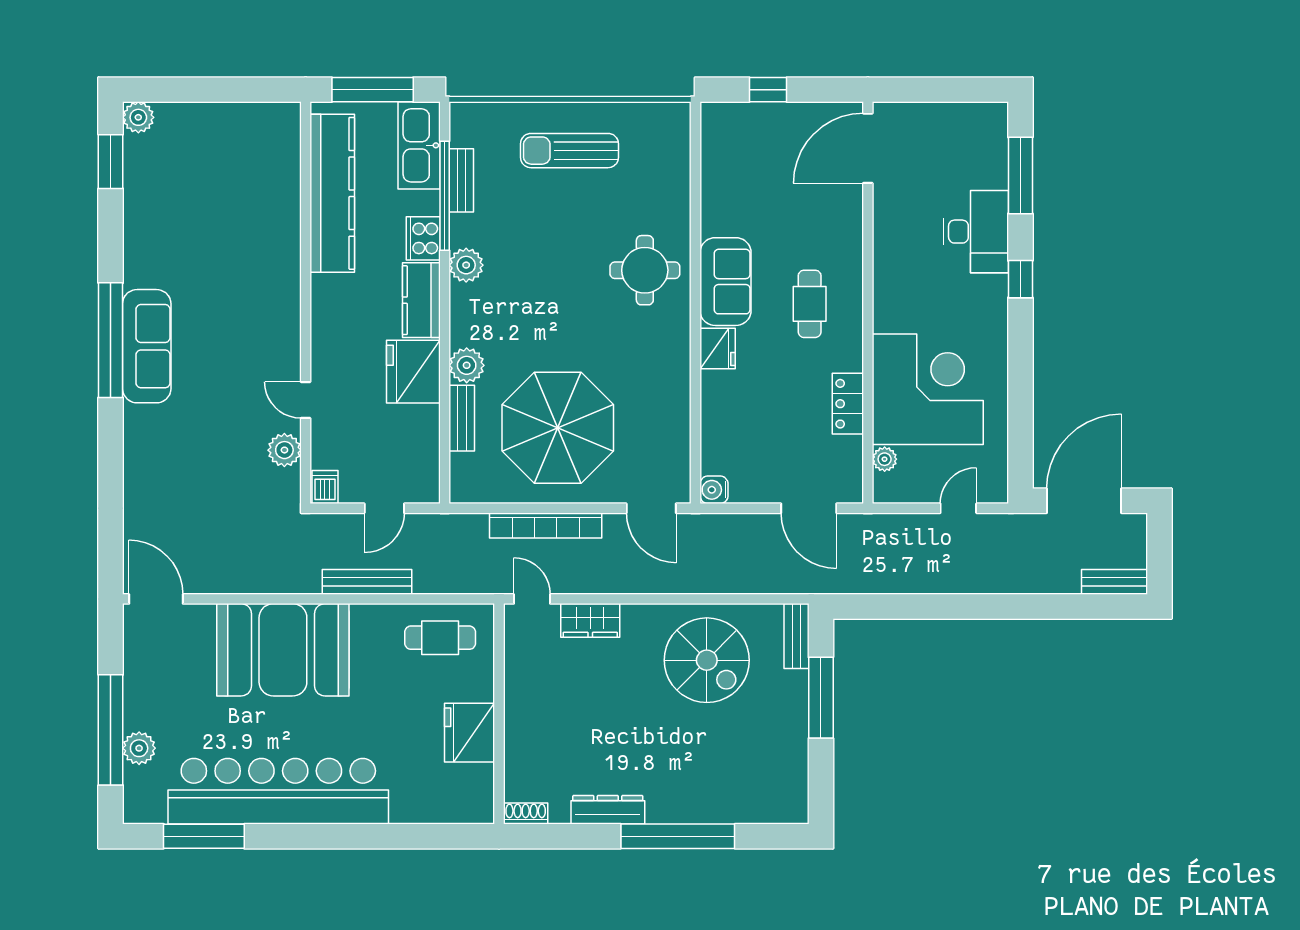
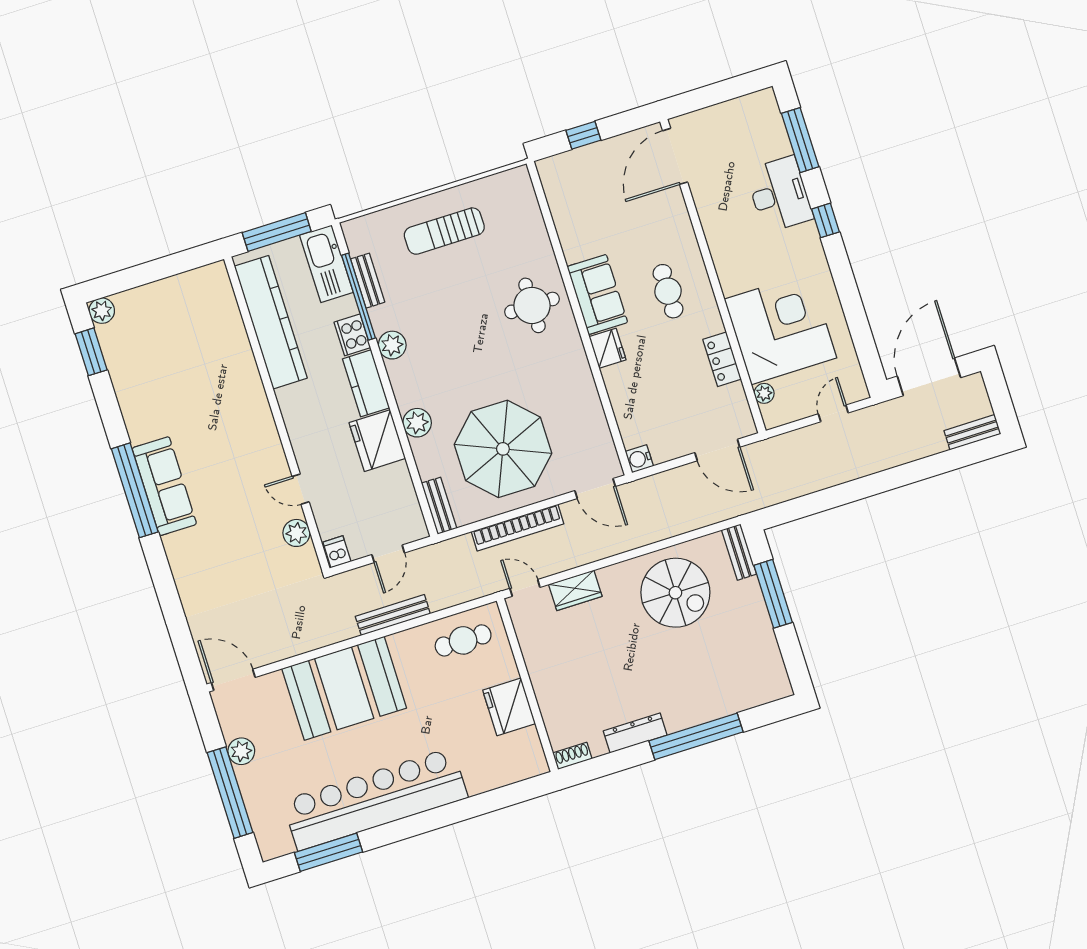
bench: (462, 418) -> (439, 506), moved
plant: (139, 748) -> (241, 751), moved

